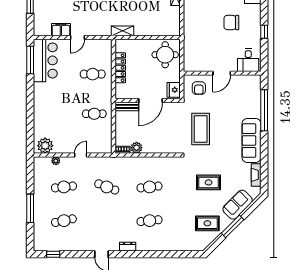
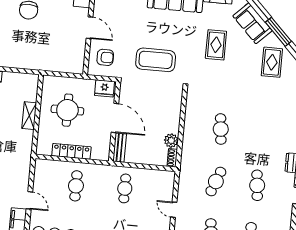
shelving: (122, 31) -> (29, 116), moved
round table: (165, 55) -> (67, 110), moved
rug: (209, 182) -> (216, 45), moved
cafe table: (150, 221) -> (257, 185), moved

